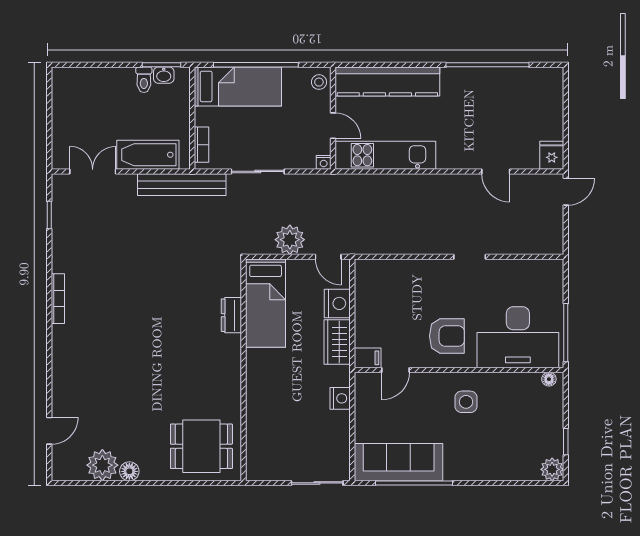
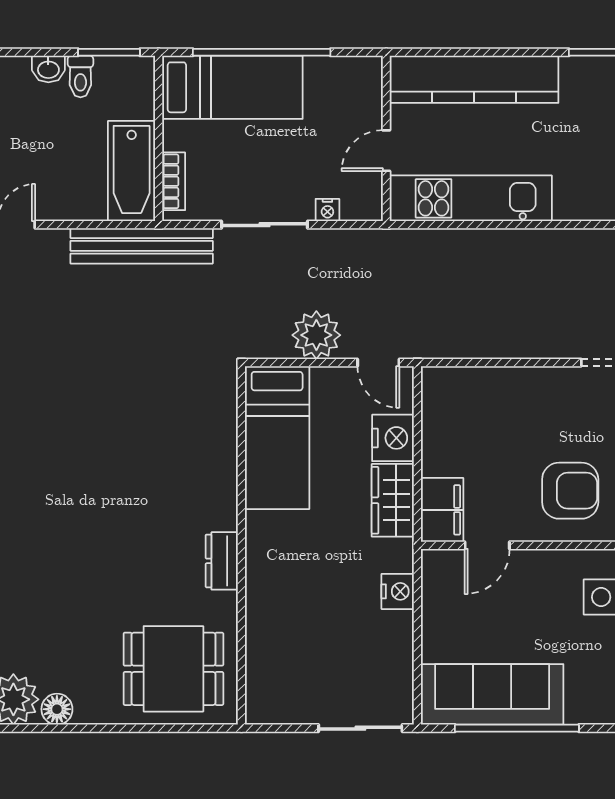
washbasin: (164, 75) -> (48, 69), moved
stool: (319, 82) -> (363, 80), removed
door: (333, 126) -> (386, 151), swing flipped
bathtub: (148, 155) -> (132, 171), moved, turned -90
nightstand: (324, 162) -> (327, 210), moved
dresser: (231, 315) -> (222, 561), moved
filing cabinet: (368, 358) -> (442, 510), width x2.00

